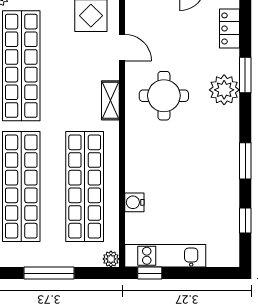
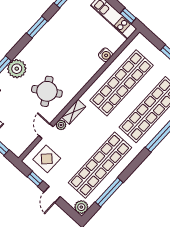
round table: (164, 96) -> (47, 91), turned -32
plant: (111, 259) -> (61, 125), moved

